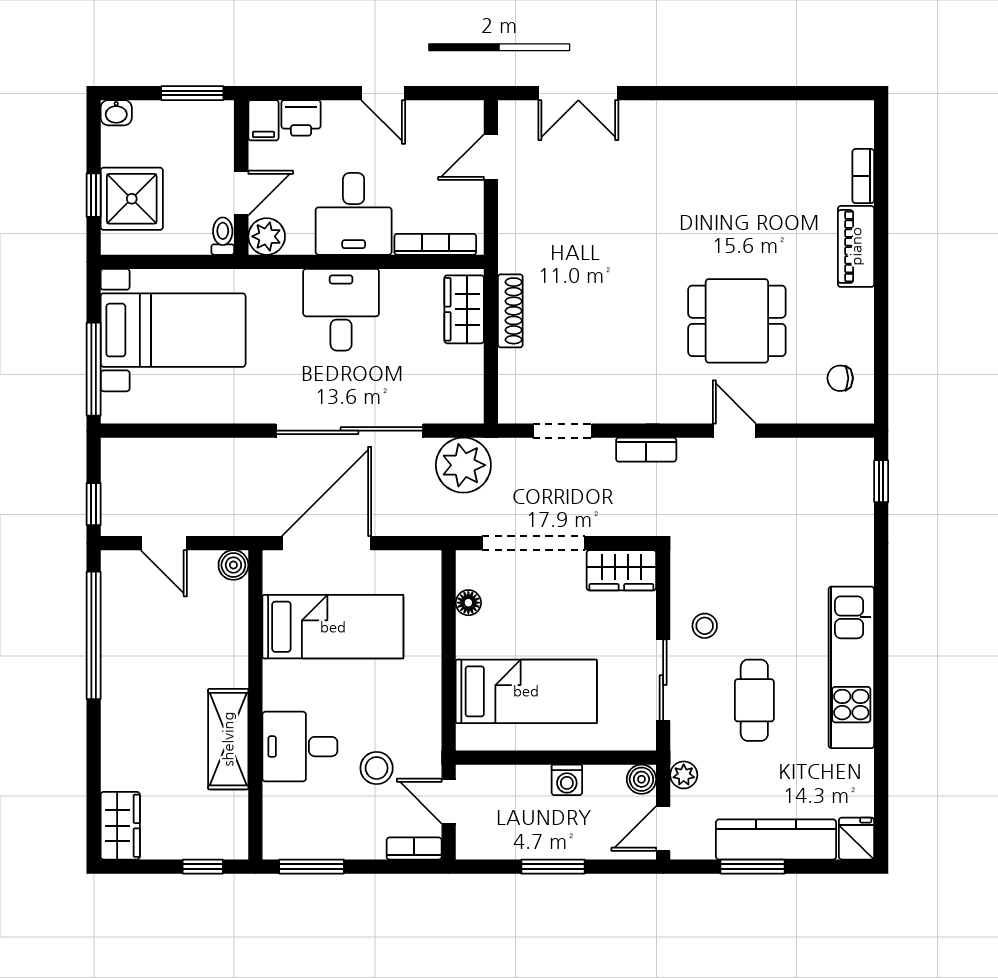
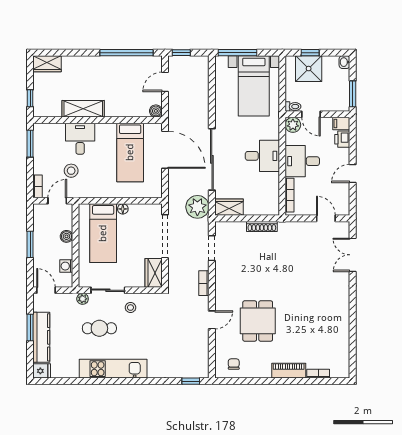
wardrobe: (464, 309) -> (229, 207), moved
floor lamp: (468, 603) -> (123, 209), moved
plant: (684, 775) -> (83, 299), moved
boiler: (641, 779) -> (66, 236), moved
washing machine: (567, 780) -> (66, 266), moved

